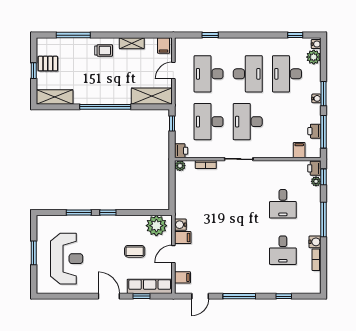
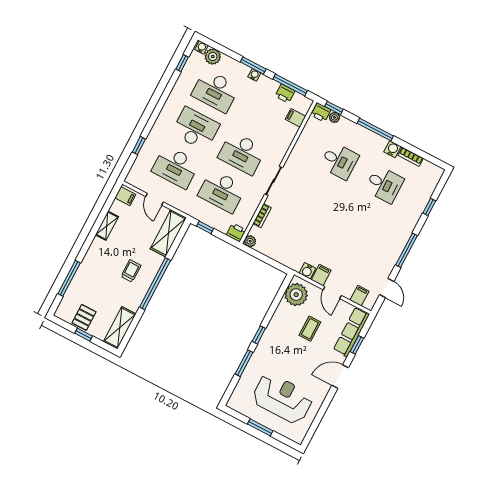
trolley: (104, 50) -> (131, 271), moved

